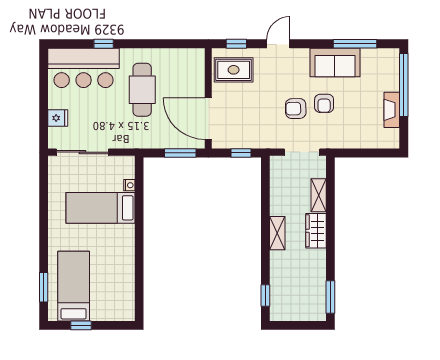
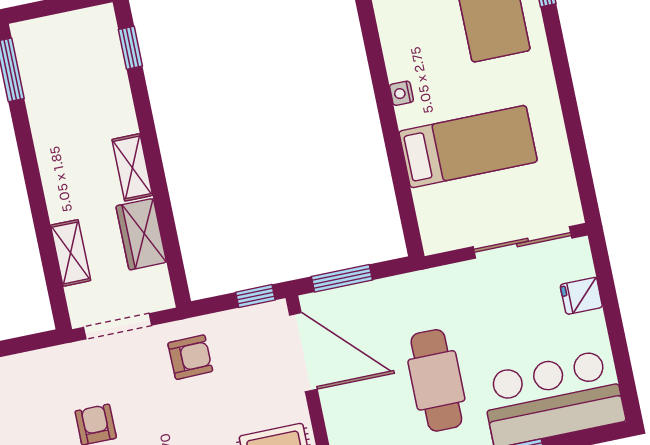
armchair: (296, 109) -> (190, 357), moved
window: (241, 153) -> (255, 296), moved
nightstand: (129, 185) -> (401, 93), moved
wardrobe: (316, 231) -> (141, 234), moved, turned 180

